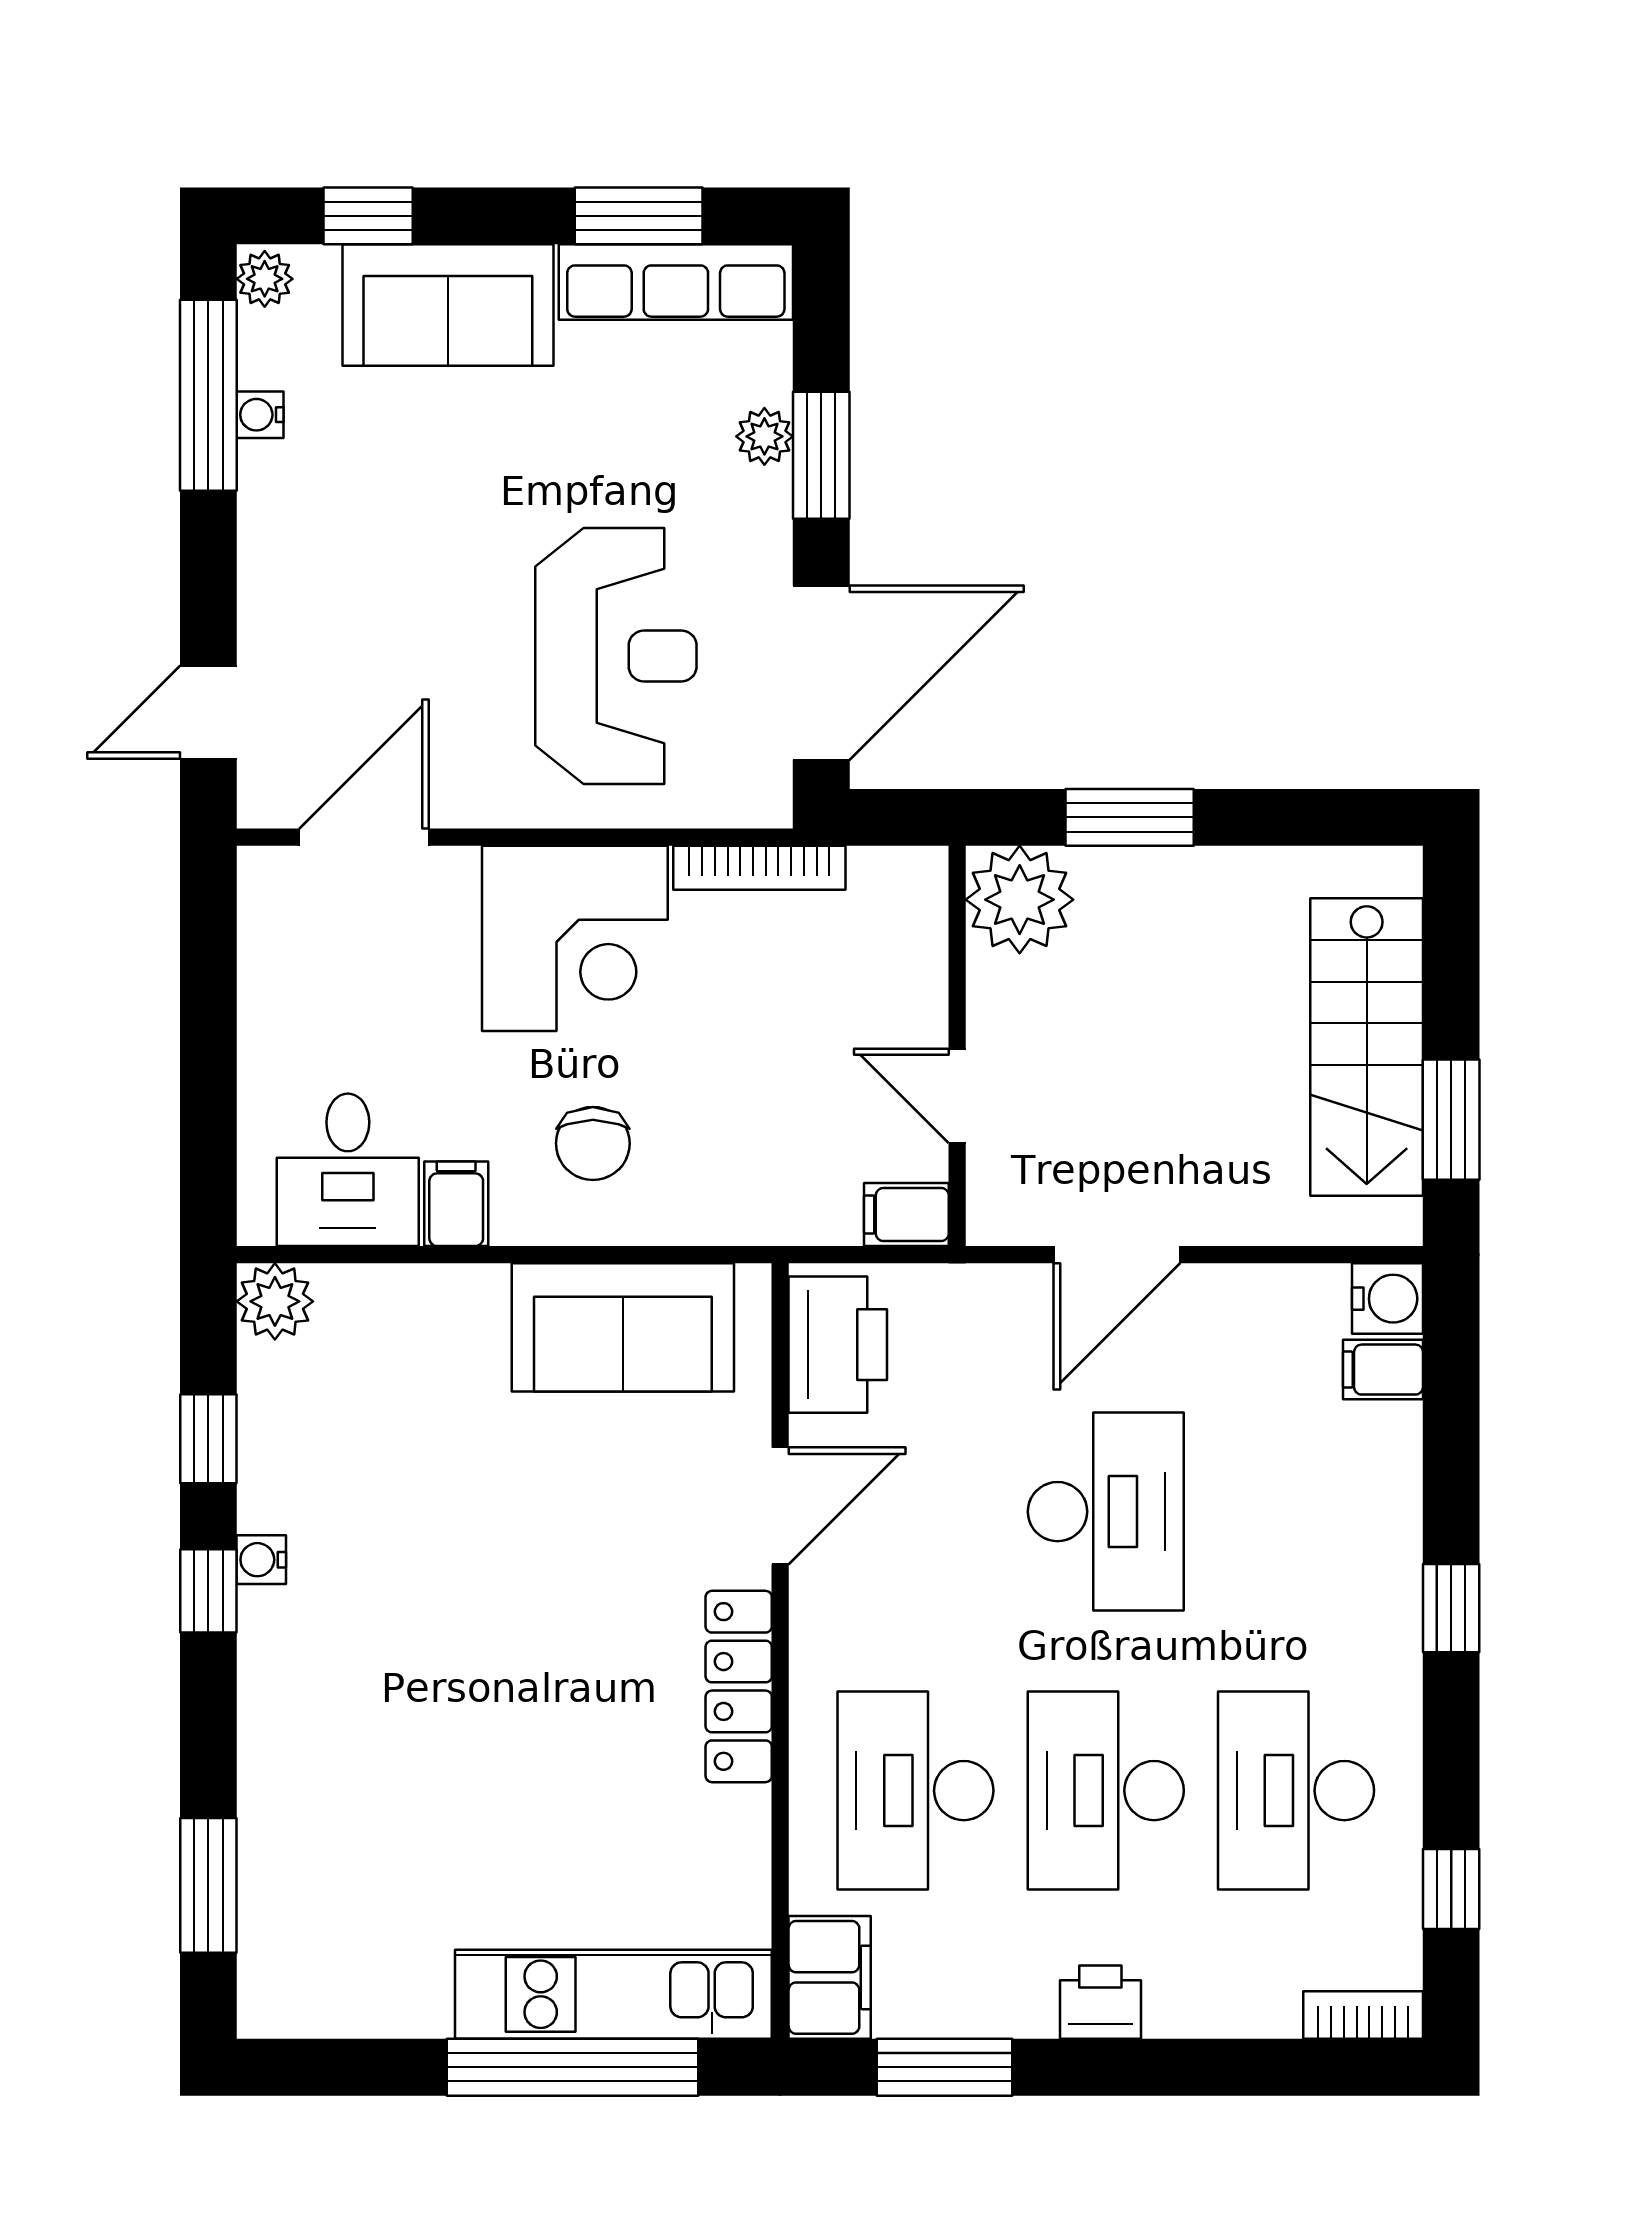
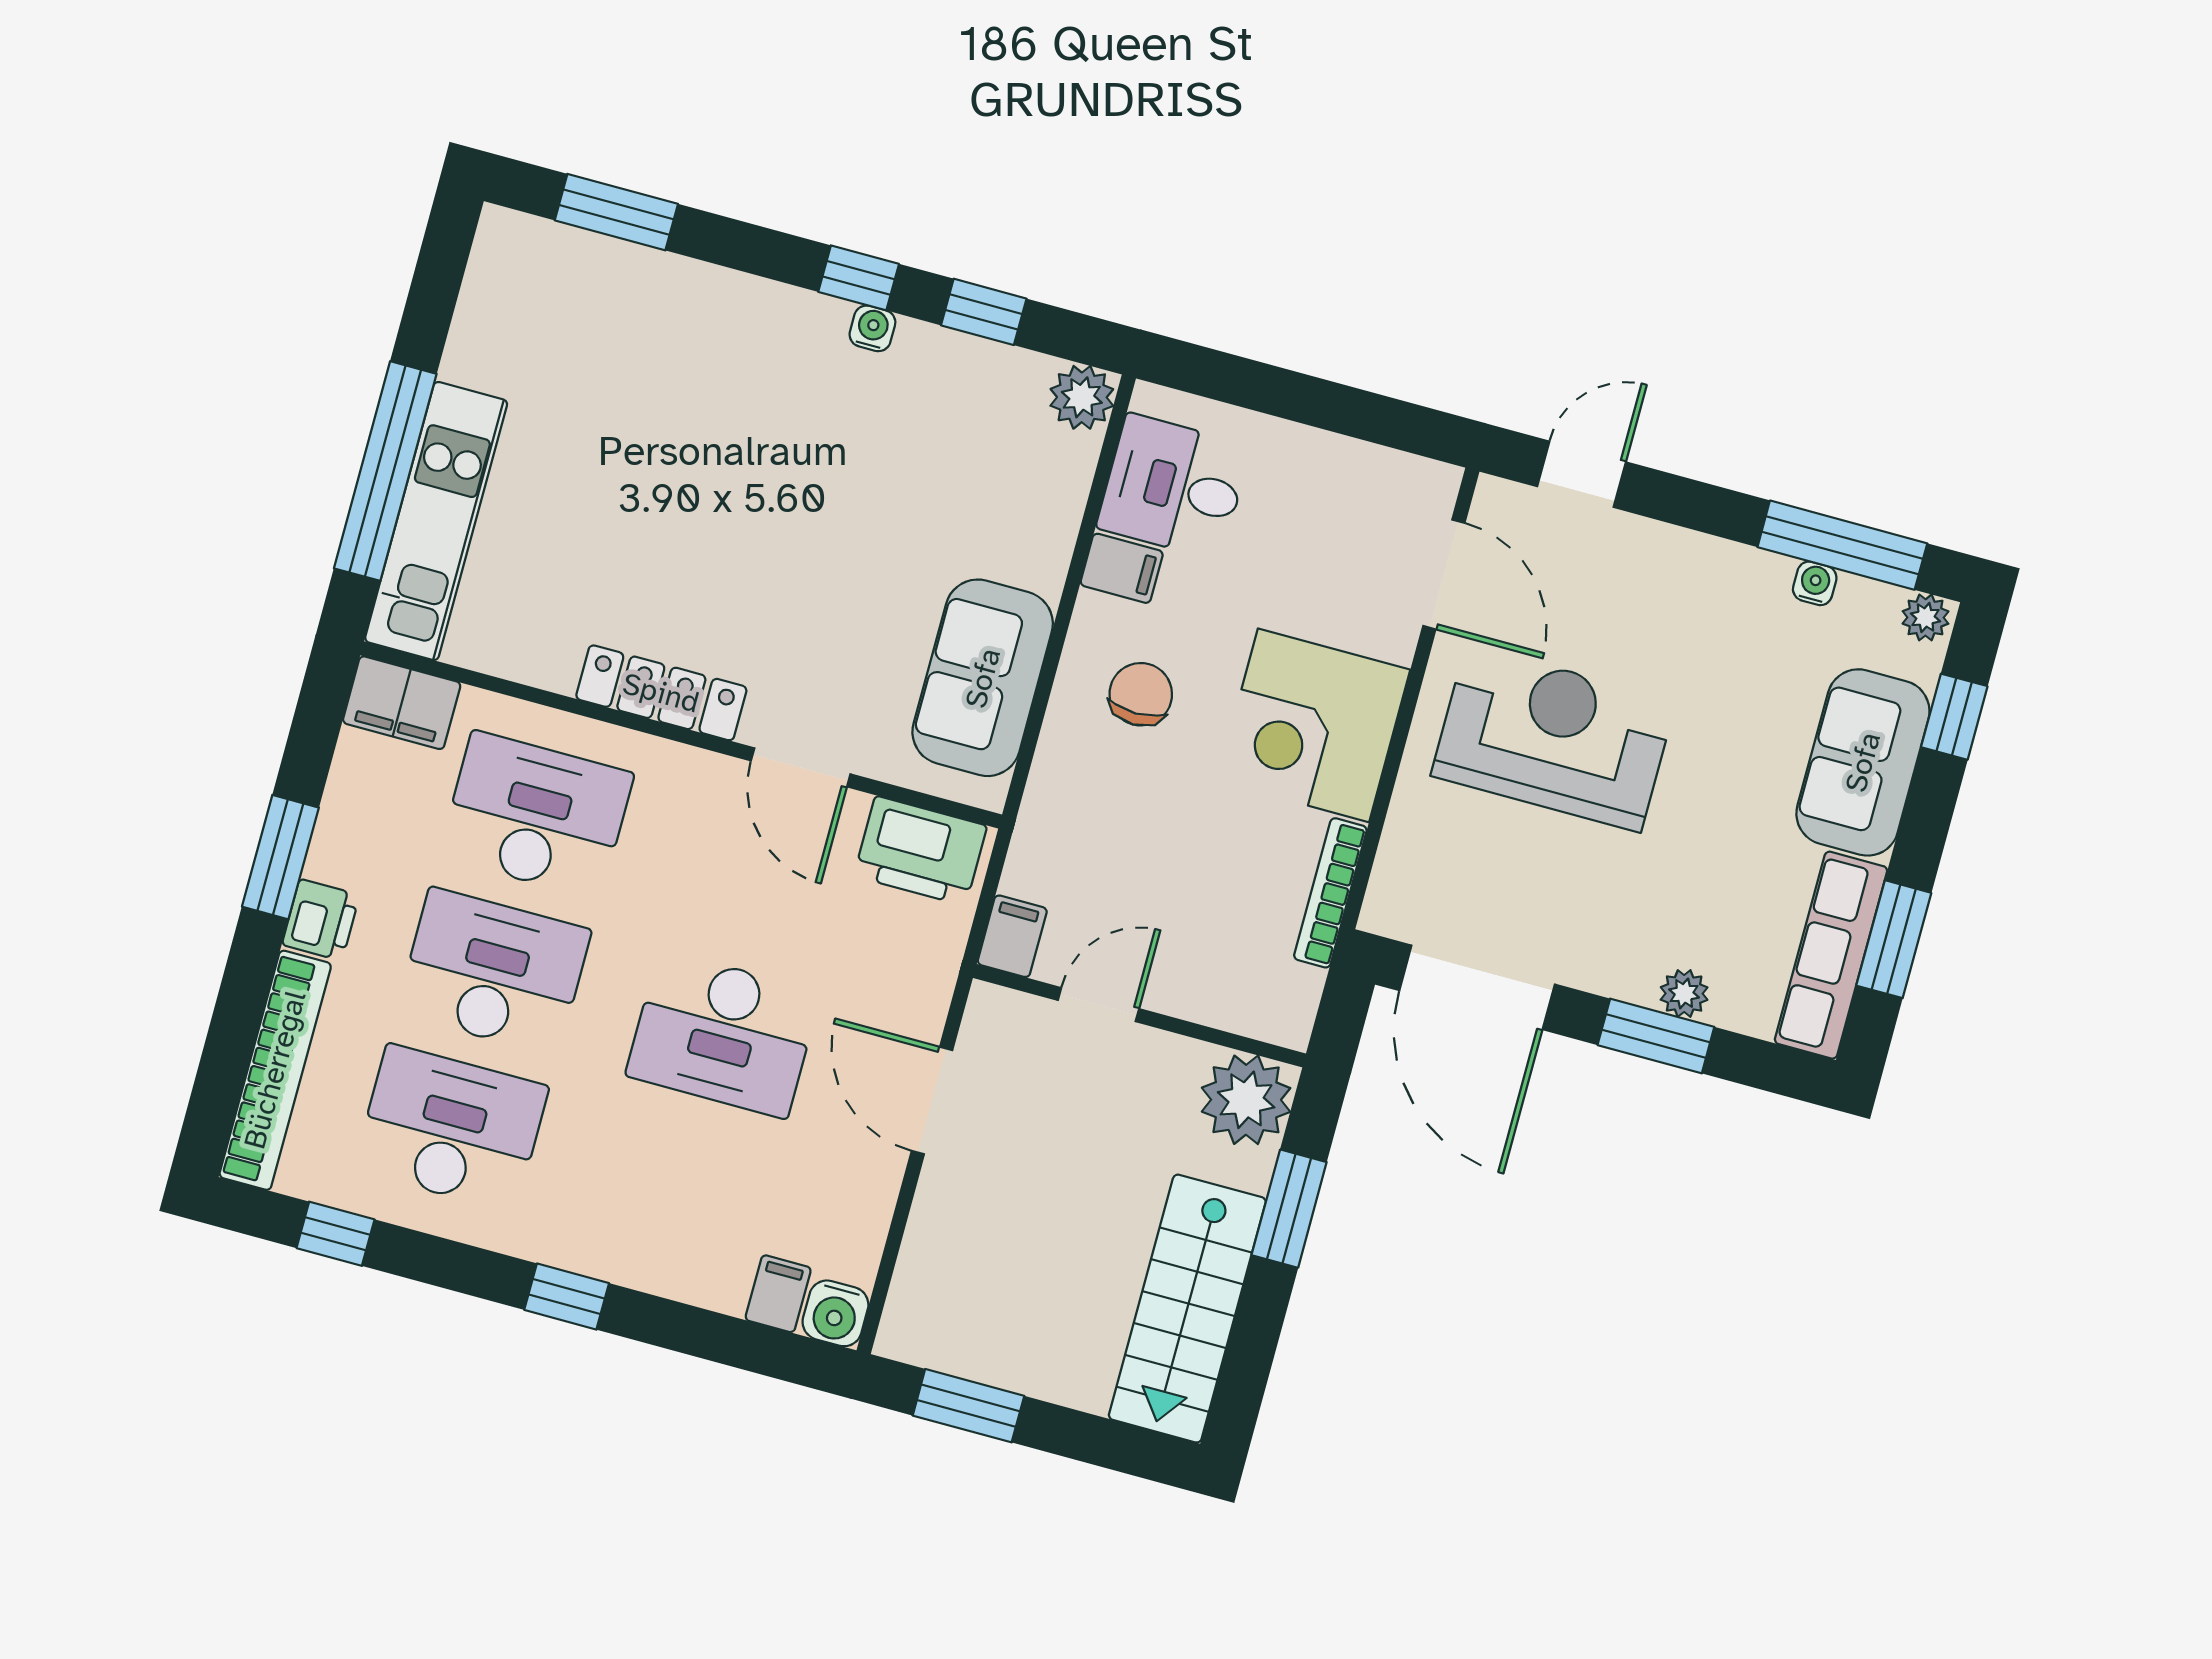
reception desk: (616, 656) -> (1553, 738), moved, turned 180
door: (208, 712) -> (1581, 474), hinge flipped
stairs: (1367, 1047) -> (1187, 1309), moved, turned -90
chair: (593, 1143) -> (1141, 694), turned 90
bookcase: (1363, 2015) -> (275, 1070), width x2.31, depth x1.31
window: (945, 2067) -> (280, 857), moved

